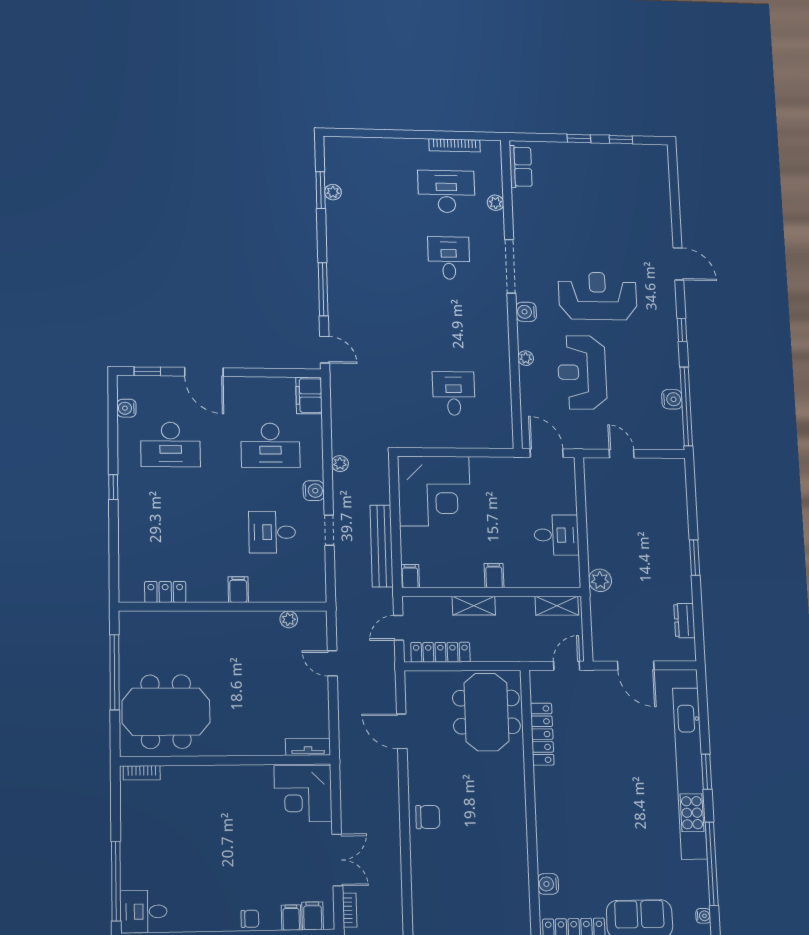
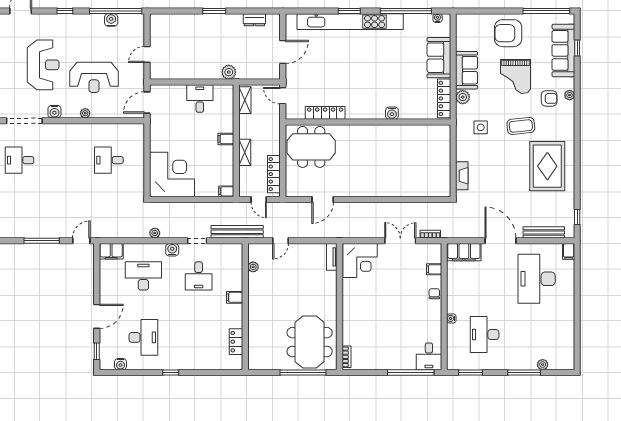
reception desk: (598, 296) -> (43, 65), turned 180
desk: (270, 445) -> (143, 276), turned -90
bench: (382, 546) -> (237, 232), moved
window: (115, 672) -> (303, 373), moved
chair: (428, 817) -> (375, 185), removed
water cooler: (548, 884) -> (392, 113), moved
filing cabinet: (313, 916) -> (433, 256), removed

